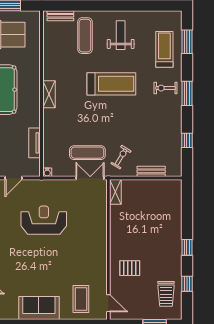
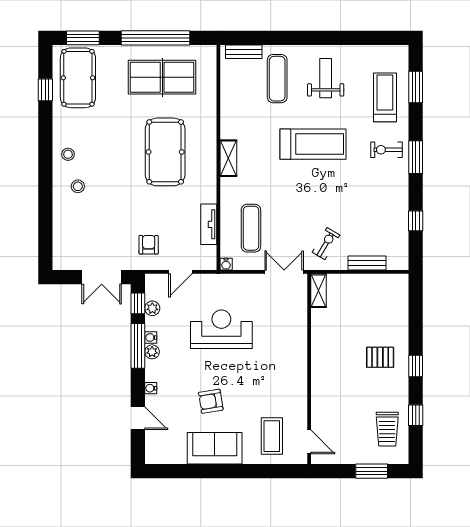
exercise mat: (87, 153) -> (251, 228), moved, turned 90
pallet: (130, 268) -> (380, 357), moved
armchair: (36, 273) -> (211, 401), added

